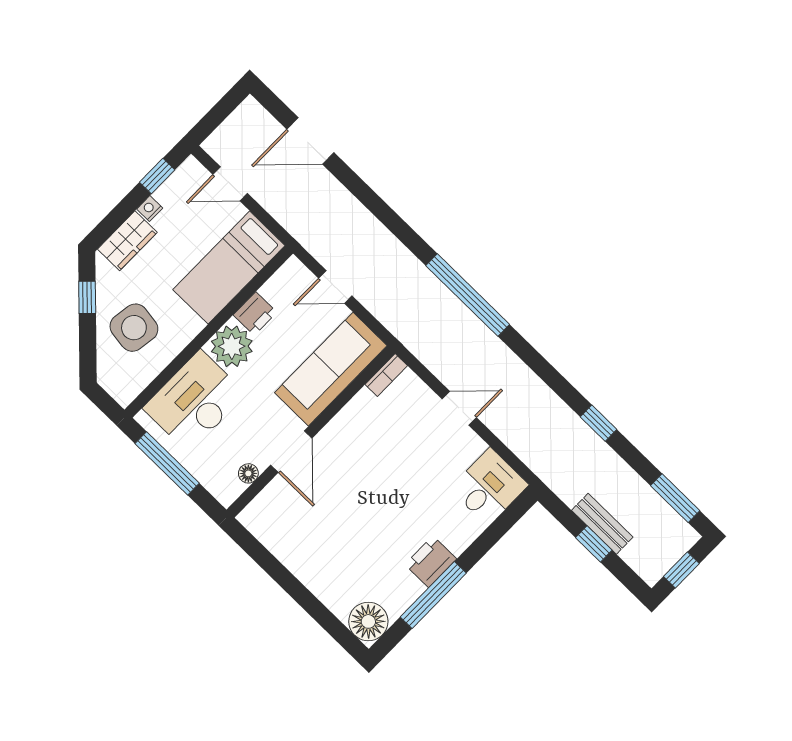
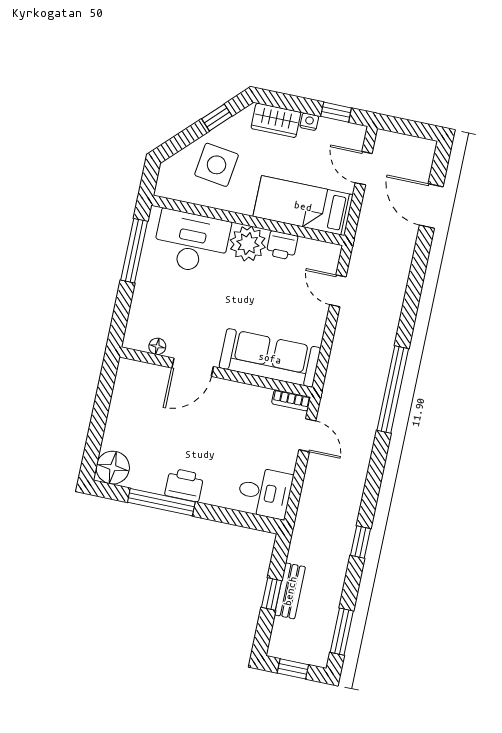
sofa: (331, 369) -> (270, 358), moved
bookcase: (386, 375) -> (291, 400), moved
wall: (311, 432) -> (216, 372), moved
door: (291, 452) -> (193, 367), moved
floor lamp: (248, 473) -> (157, 346), moved

